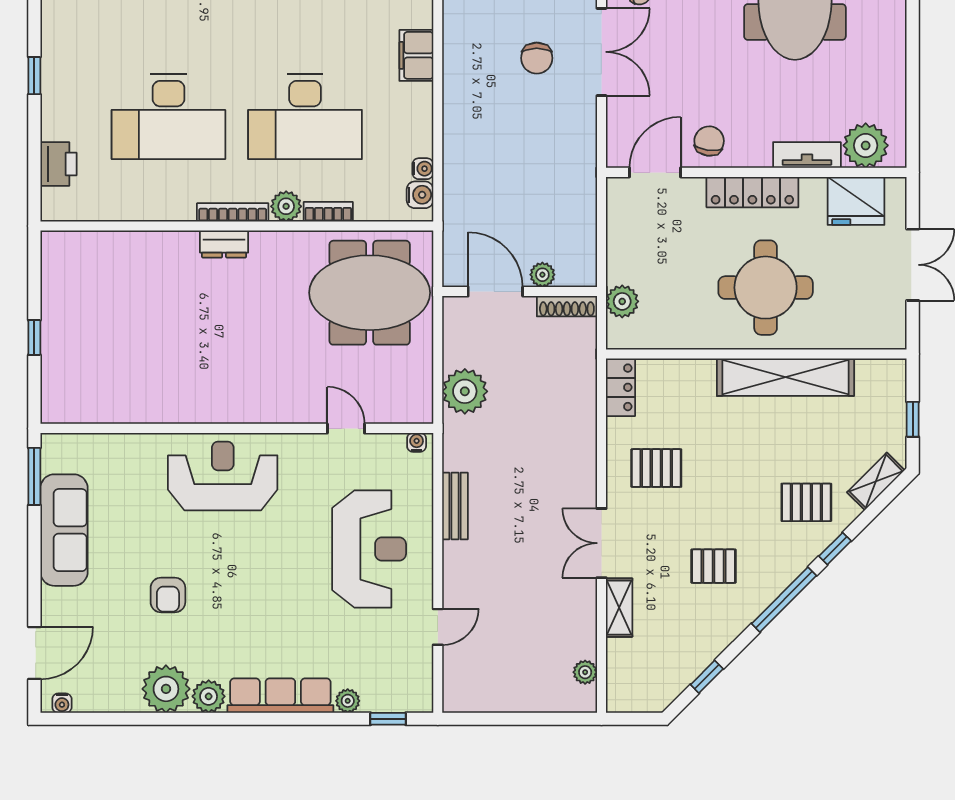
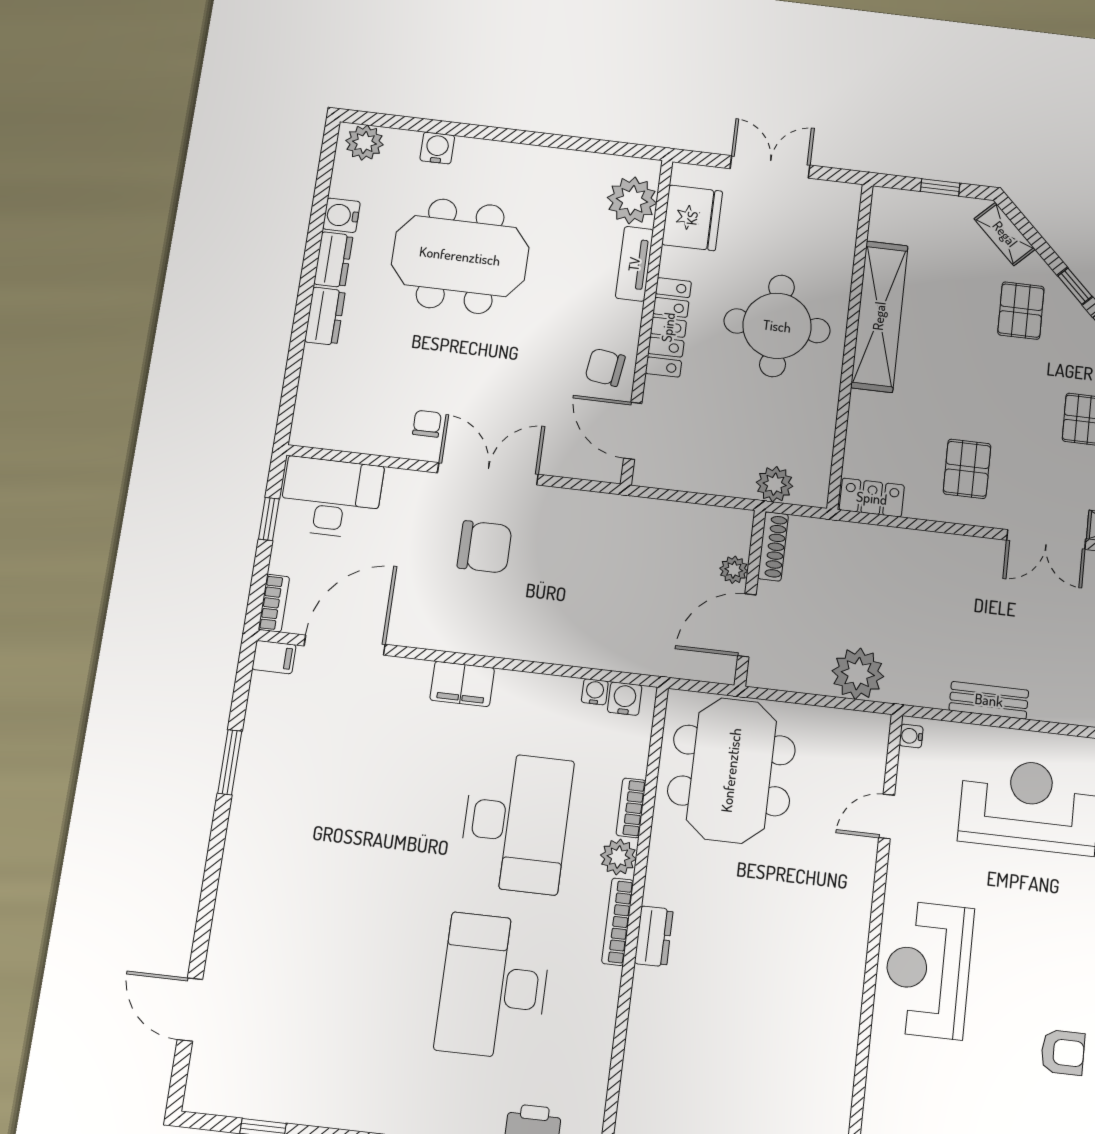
chair: (537, 58) -> (485, 547), width x1.37, depth x1.37
desk: (168, 117) -> (494, 986), turned 180

